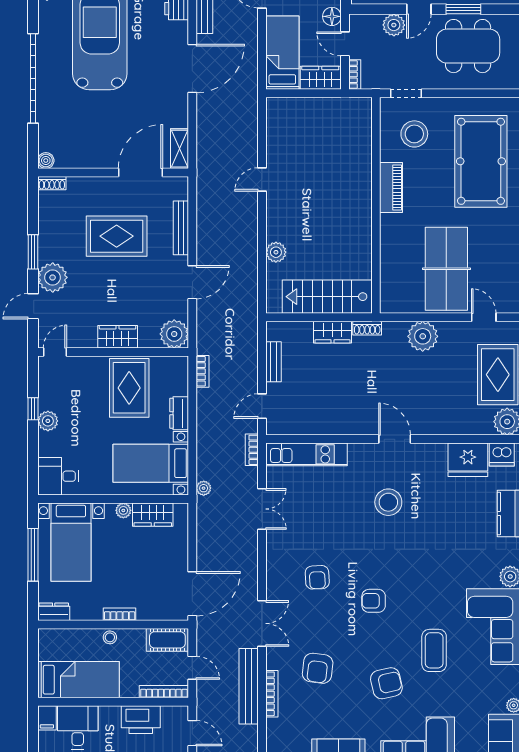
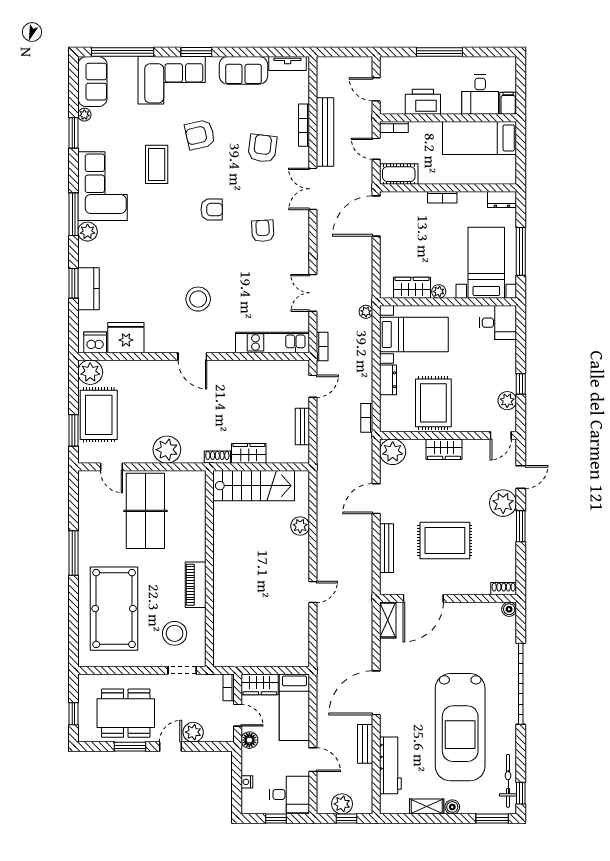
plant: (48, 421) -> (507, 401), moved
stool: (110, 637) -> (451, 176), removed
bookcase: (164, 692) -> (394, 127), width x0.64

